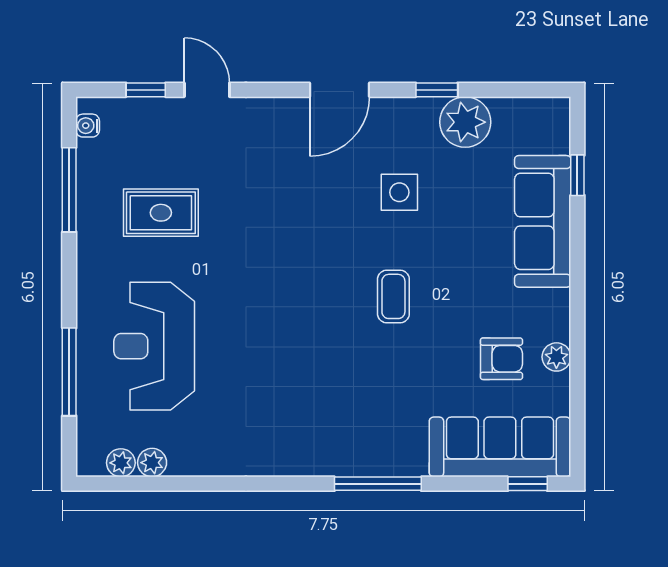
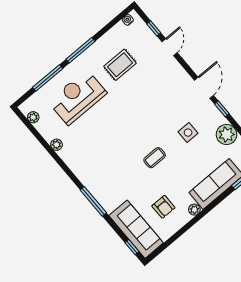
door: (340, 90) -> (204, 88), swing flipped
window: (437, 90) -> (222, 109), moved
window: (69, 190) -> (80, 50), moved
rug: (161, 213) -> (120, 65), turned 90
plant: (556, 357) -> (194, 210), moved
plant: (152, 463) -> (57, 145), moved

